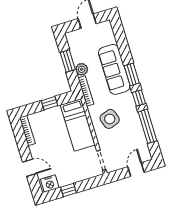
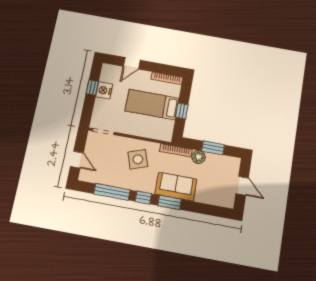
sofa: (114, 69) -> (176, 187), width x0.73
bed: (78, 125) -> (152, 105), moved
nightstand: (50, 184) -> (104, 90), moved

